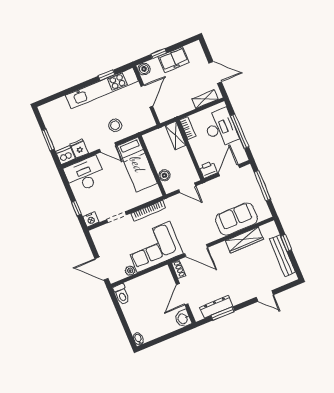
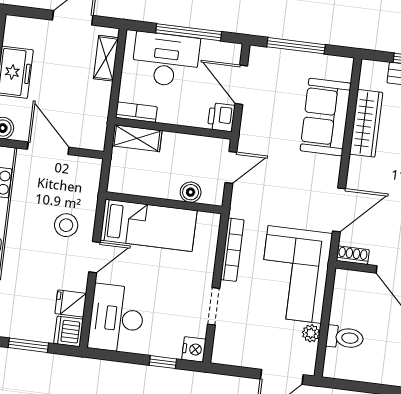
toilet: (122, 294) -> (345, 337), moved

